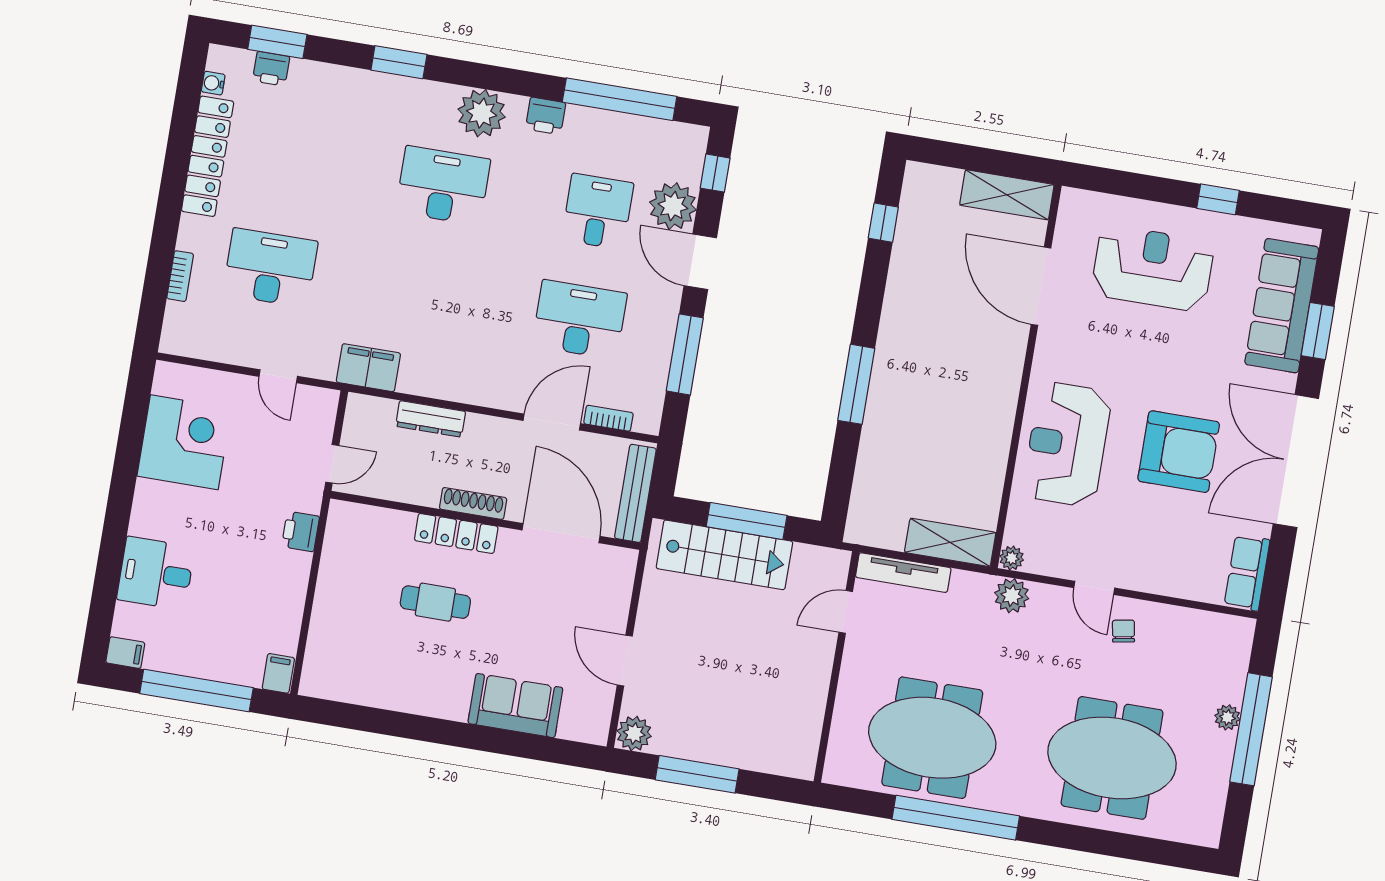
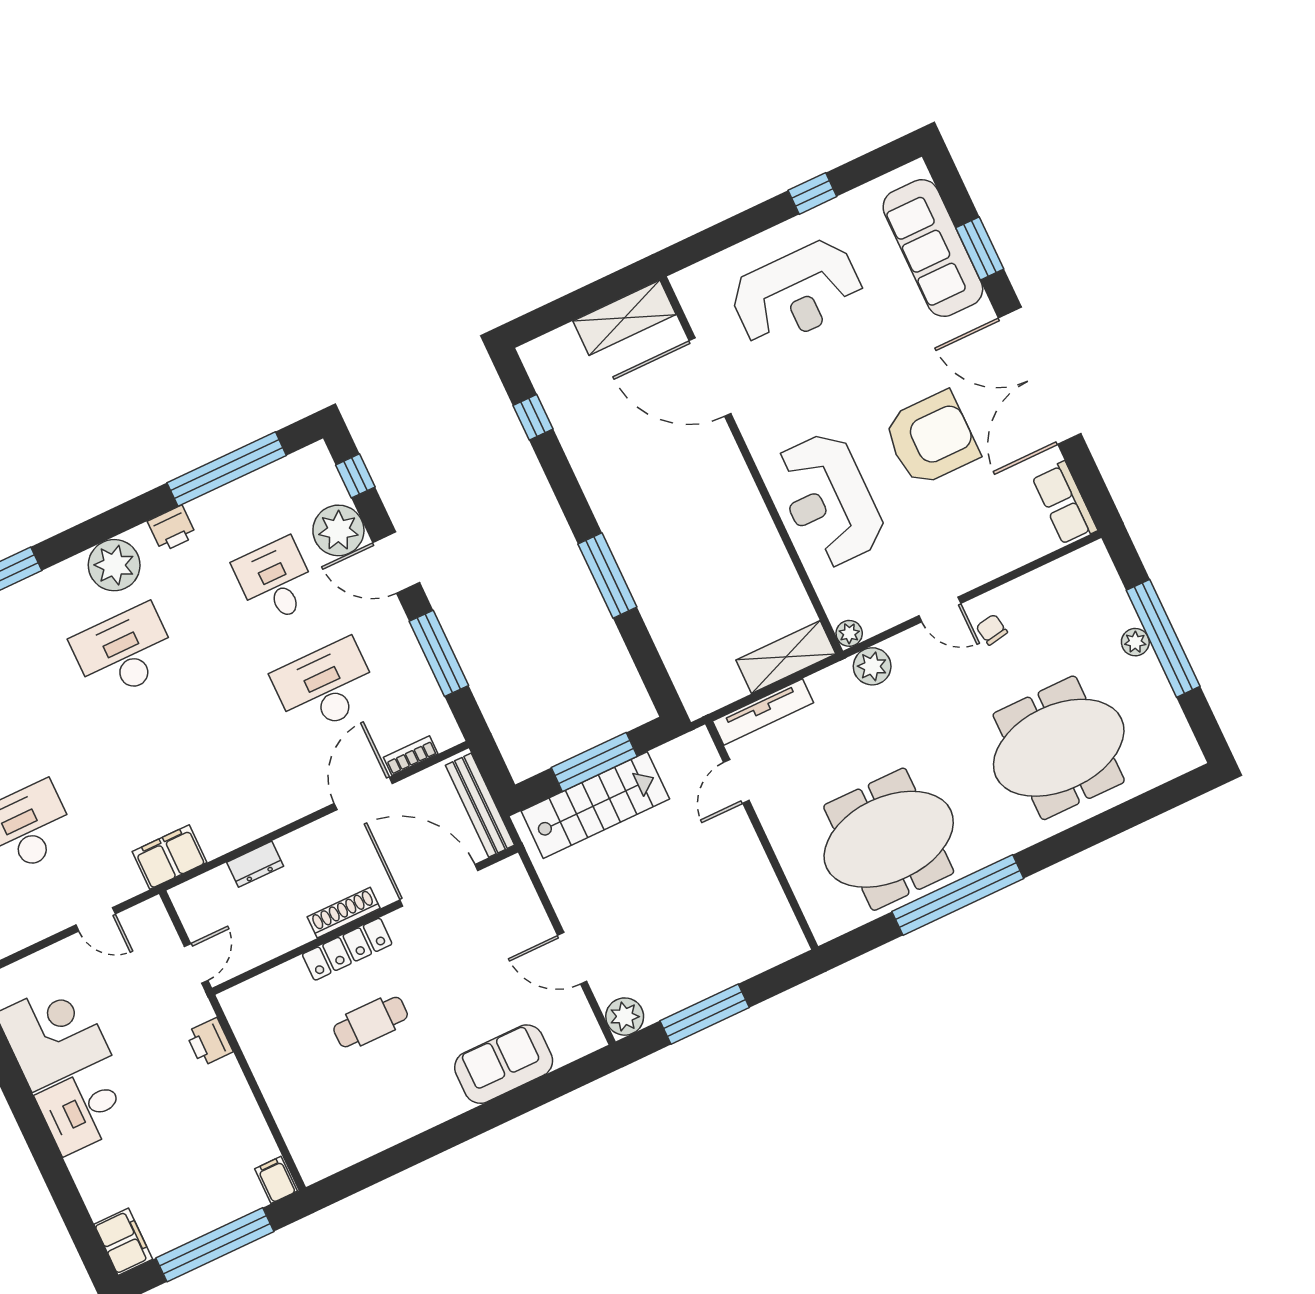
reception desk: (1153, 268) -> (797, 294), turned 180
dresser: (431, 419) -> (255, 864), width x0.70
desk: (156, 573) -> (82, 1111), moved
filing cabinet: (125, 653) -> (123, 1242), width x2.00

